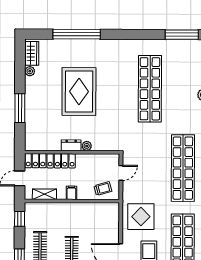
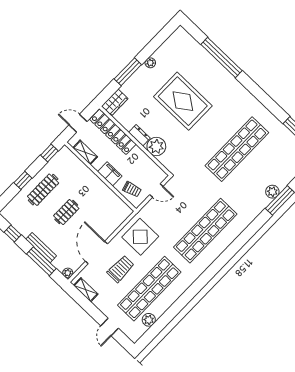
wardrobe: (32, 53) -> (115, 102), moved
plant: (30, 71) -> (150, 63), moved
rug: (79, 92) -> (183, 101), turned 90
plant: (87, 146) -> (156, 146), width x1.88, depth x1.88
filing cabinet: (71, 193) -> (110, 174), width x2.00

